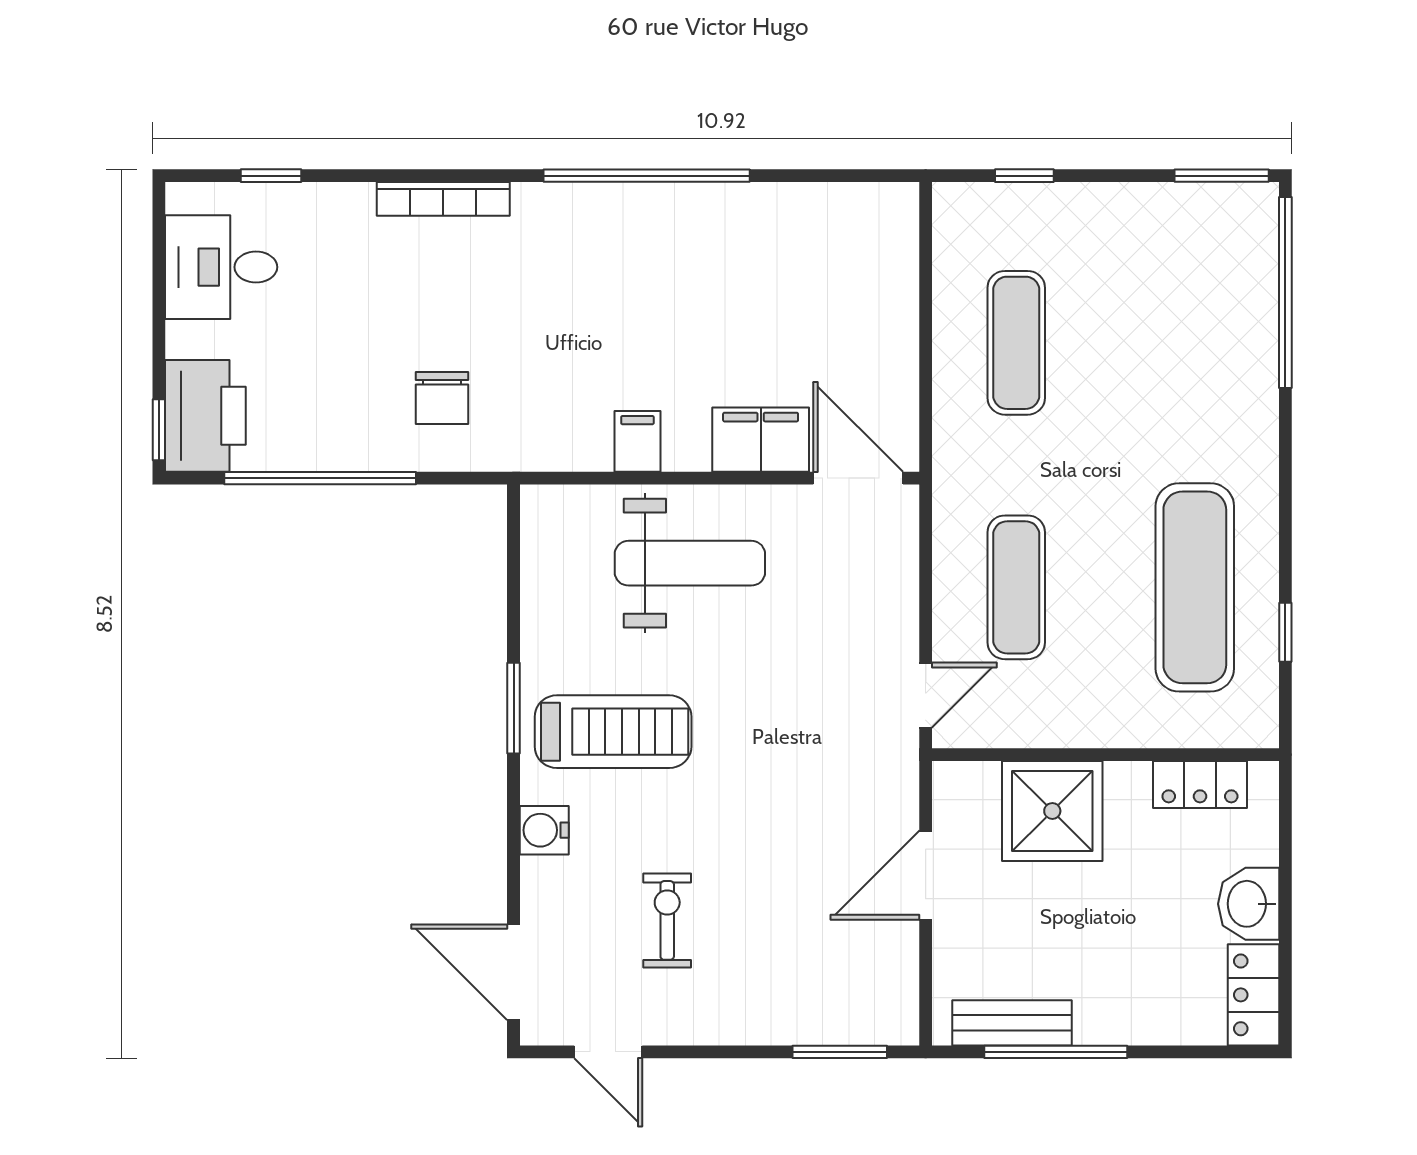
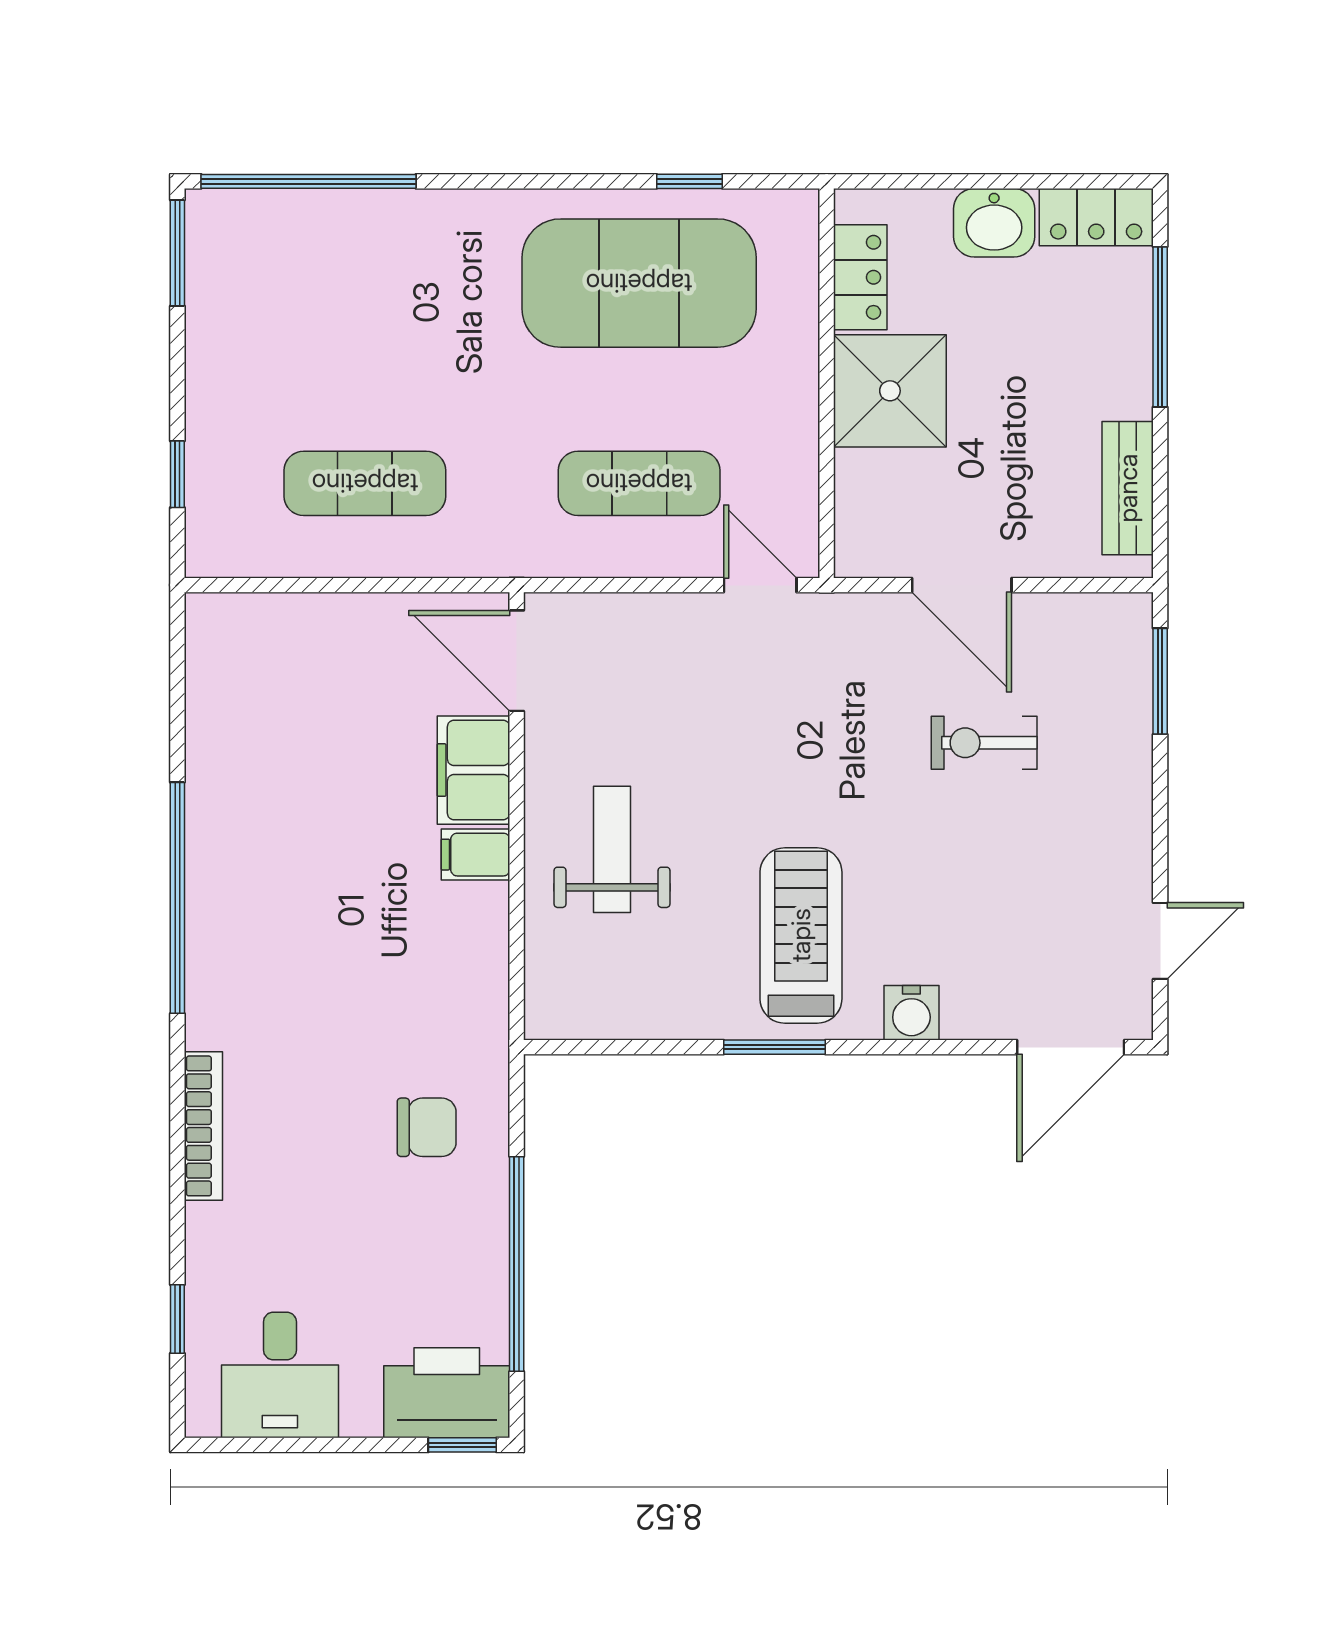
filing cabinet: (637, 441) -> (475, 855), moved
door: (858, 478) -> (517, 661), hinge flipped
weight bench: (690, 563) -> (612, 849), width x0.73, depth x0.75
exercise mat: (1195, 587) -> (639, 283), width x1.47
shower: (1052, 811) -> (890, 391), moved
exercise bike: (667, 920) -> (984, 743), moved
window: (1056, 1052) -> (1160, 327), moved

